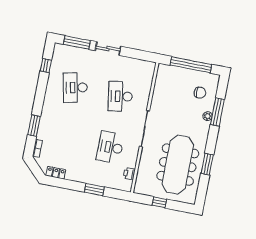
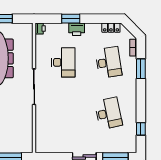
desk: (120, 96) -> (108, 62), moved
printer: (129, 174) -> (40, 28), moved
printer: (90, 178) -> (77, 29), added

